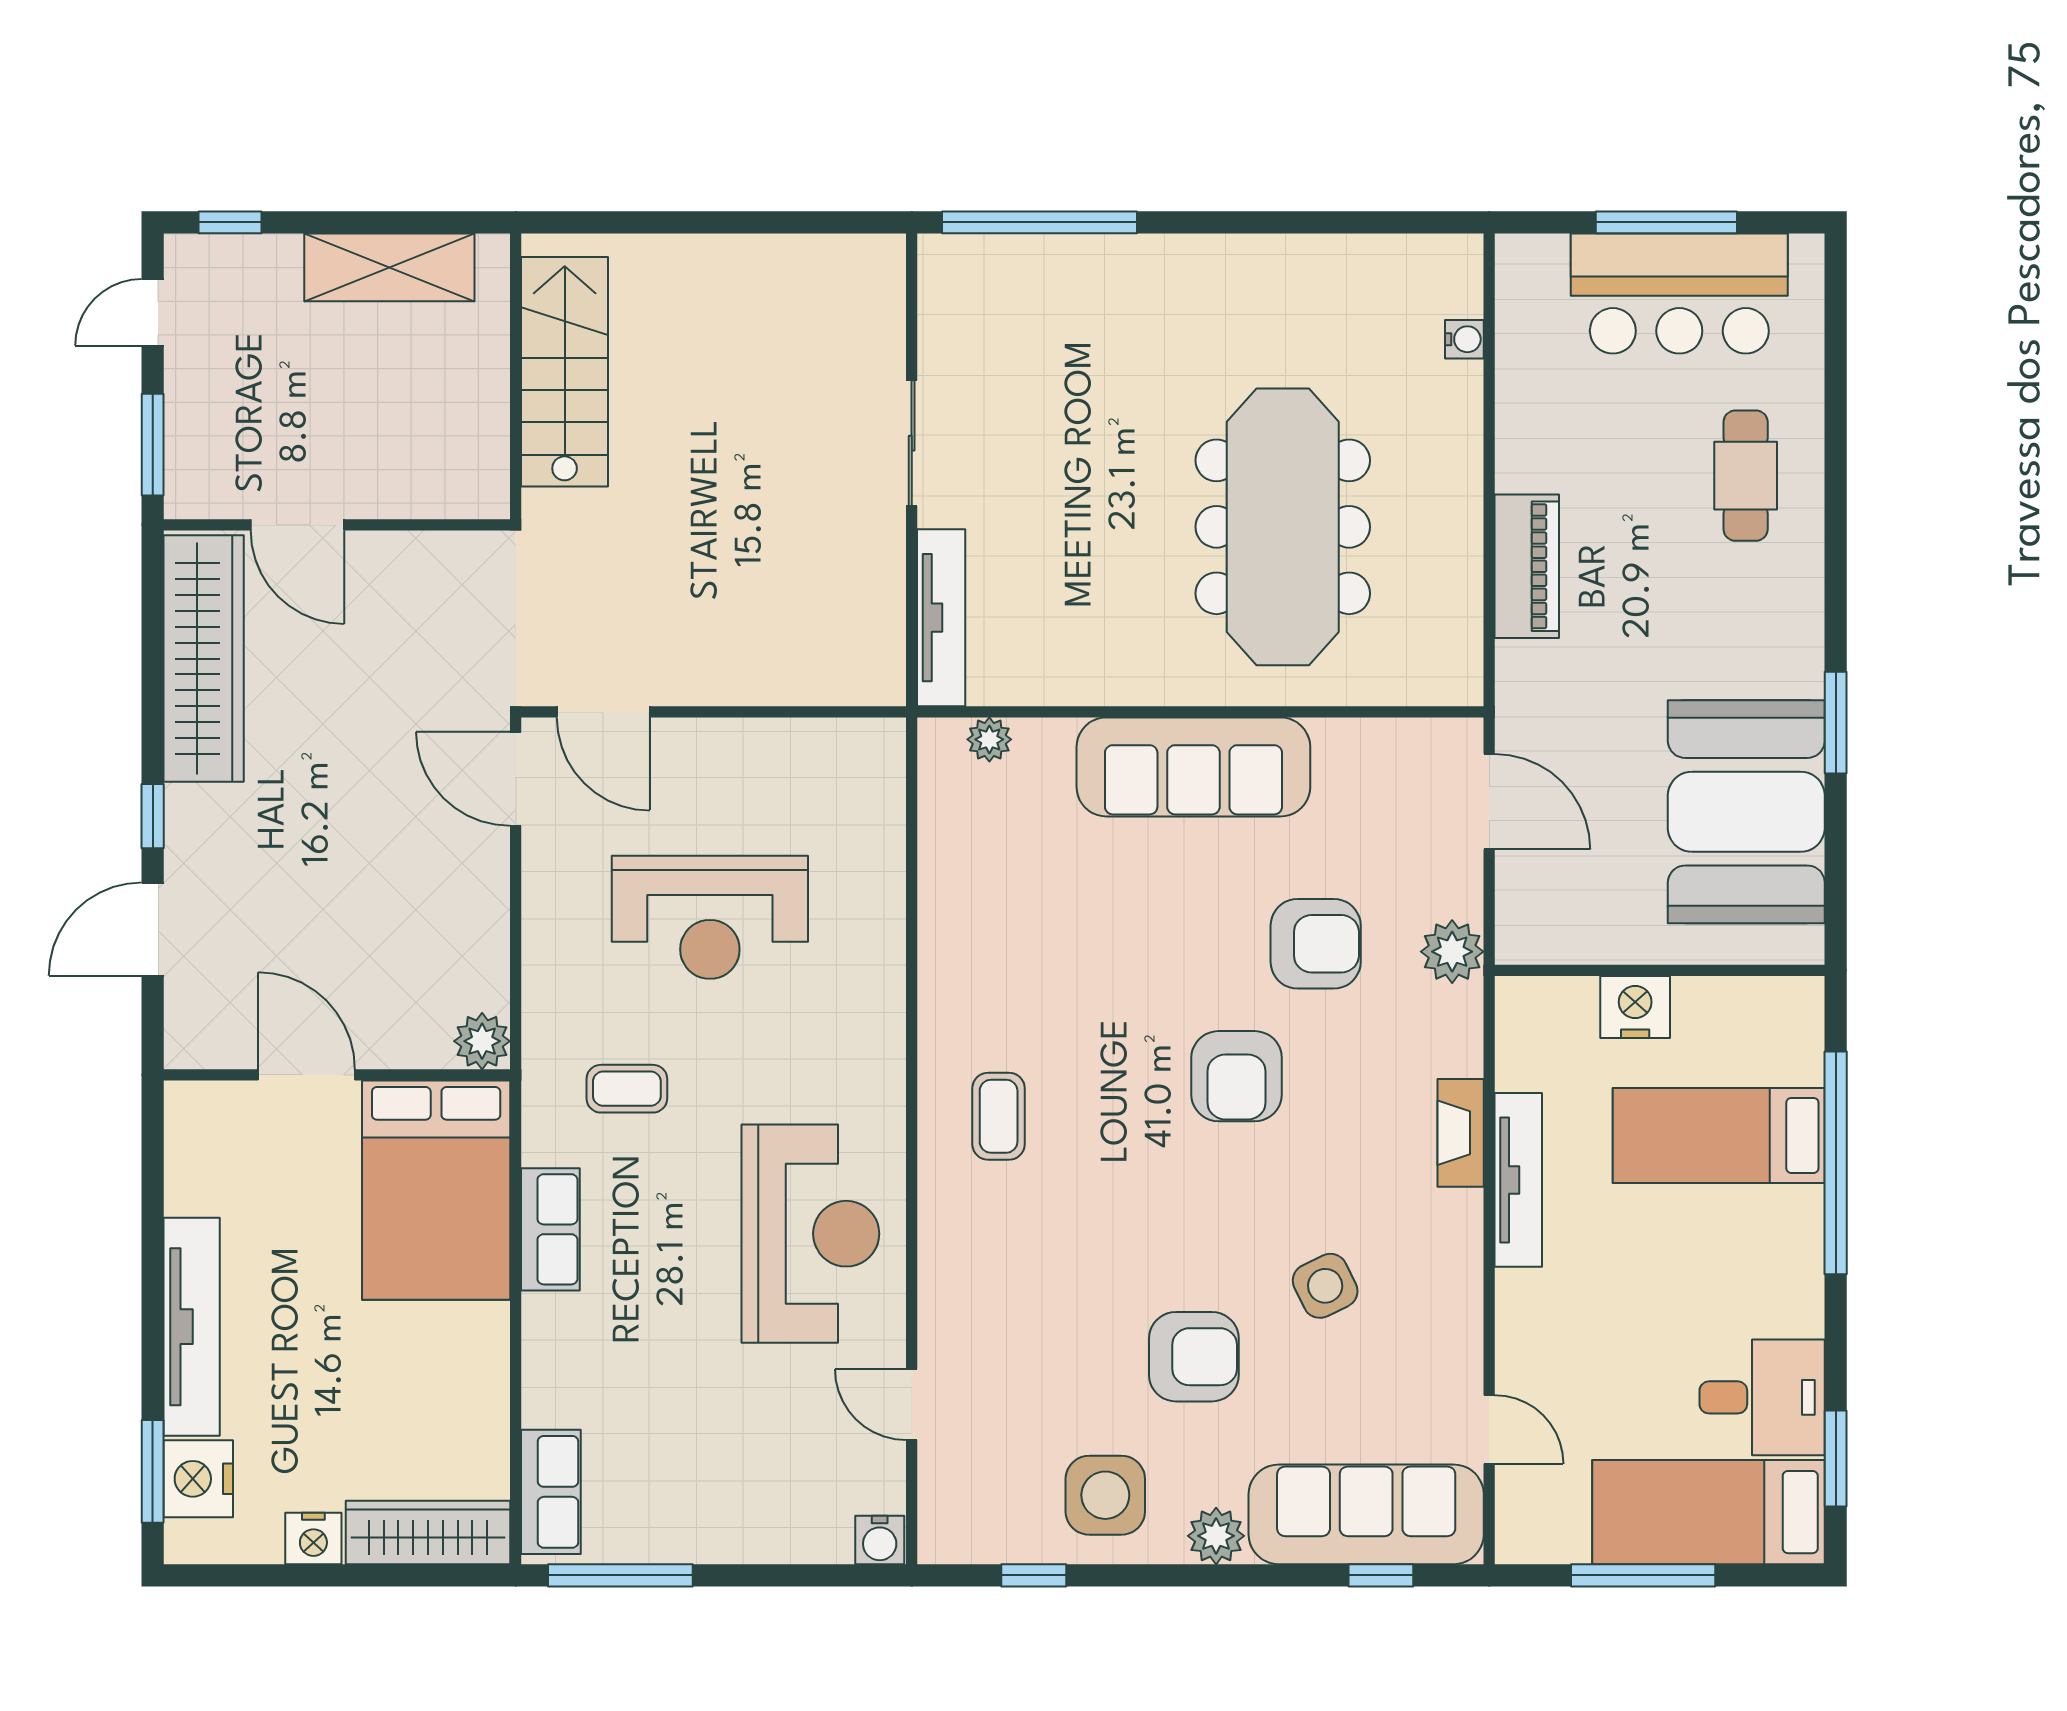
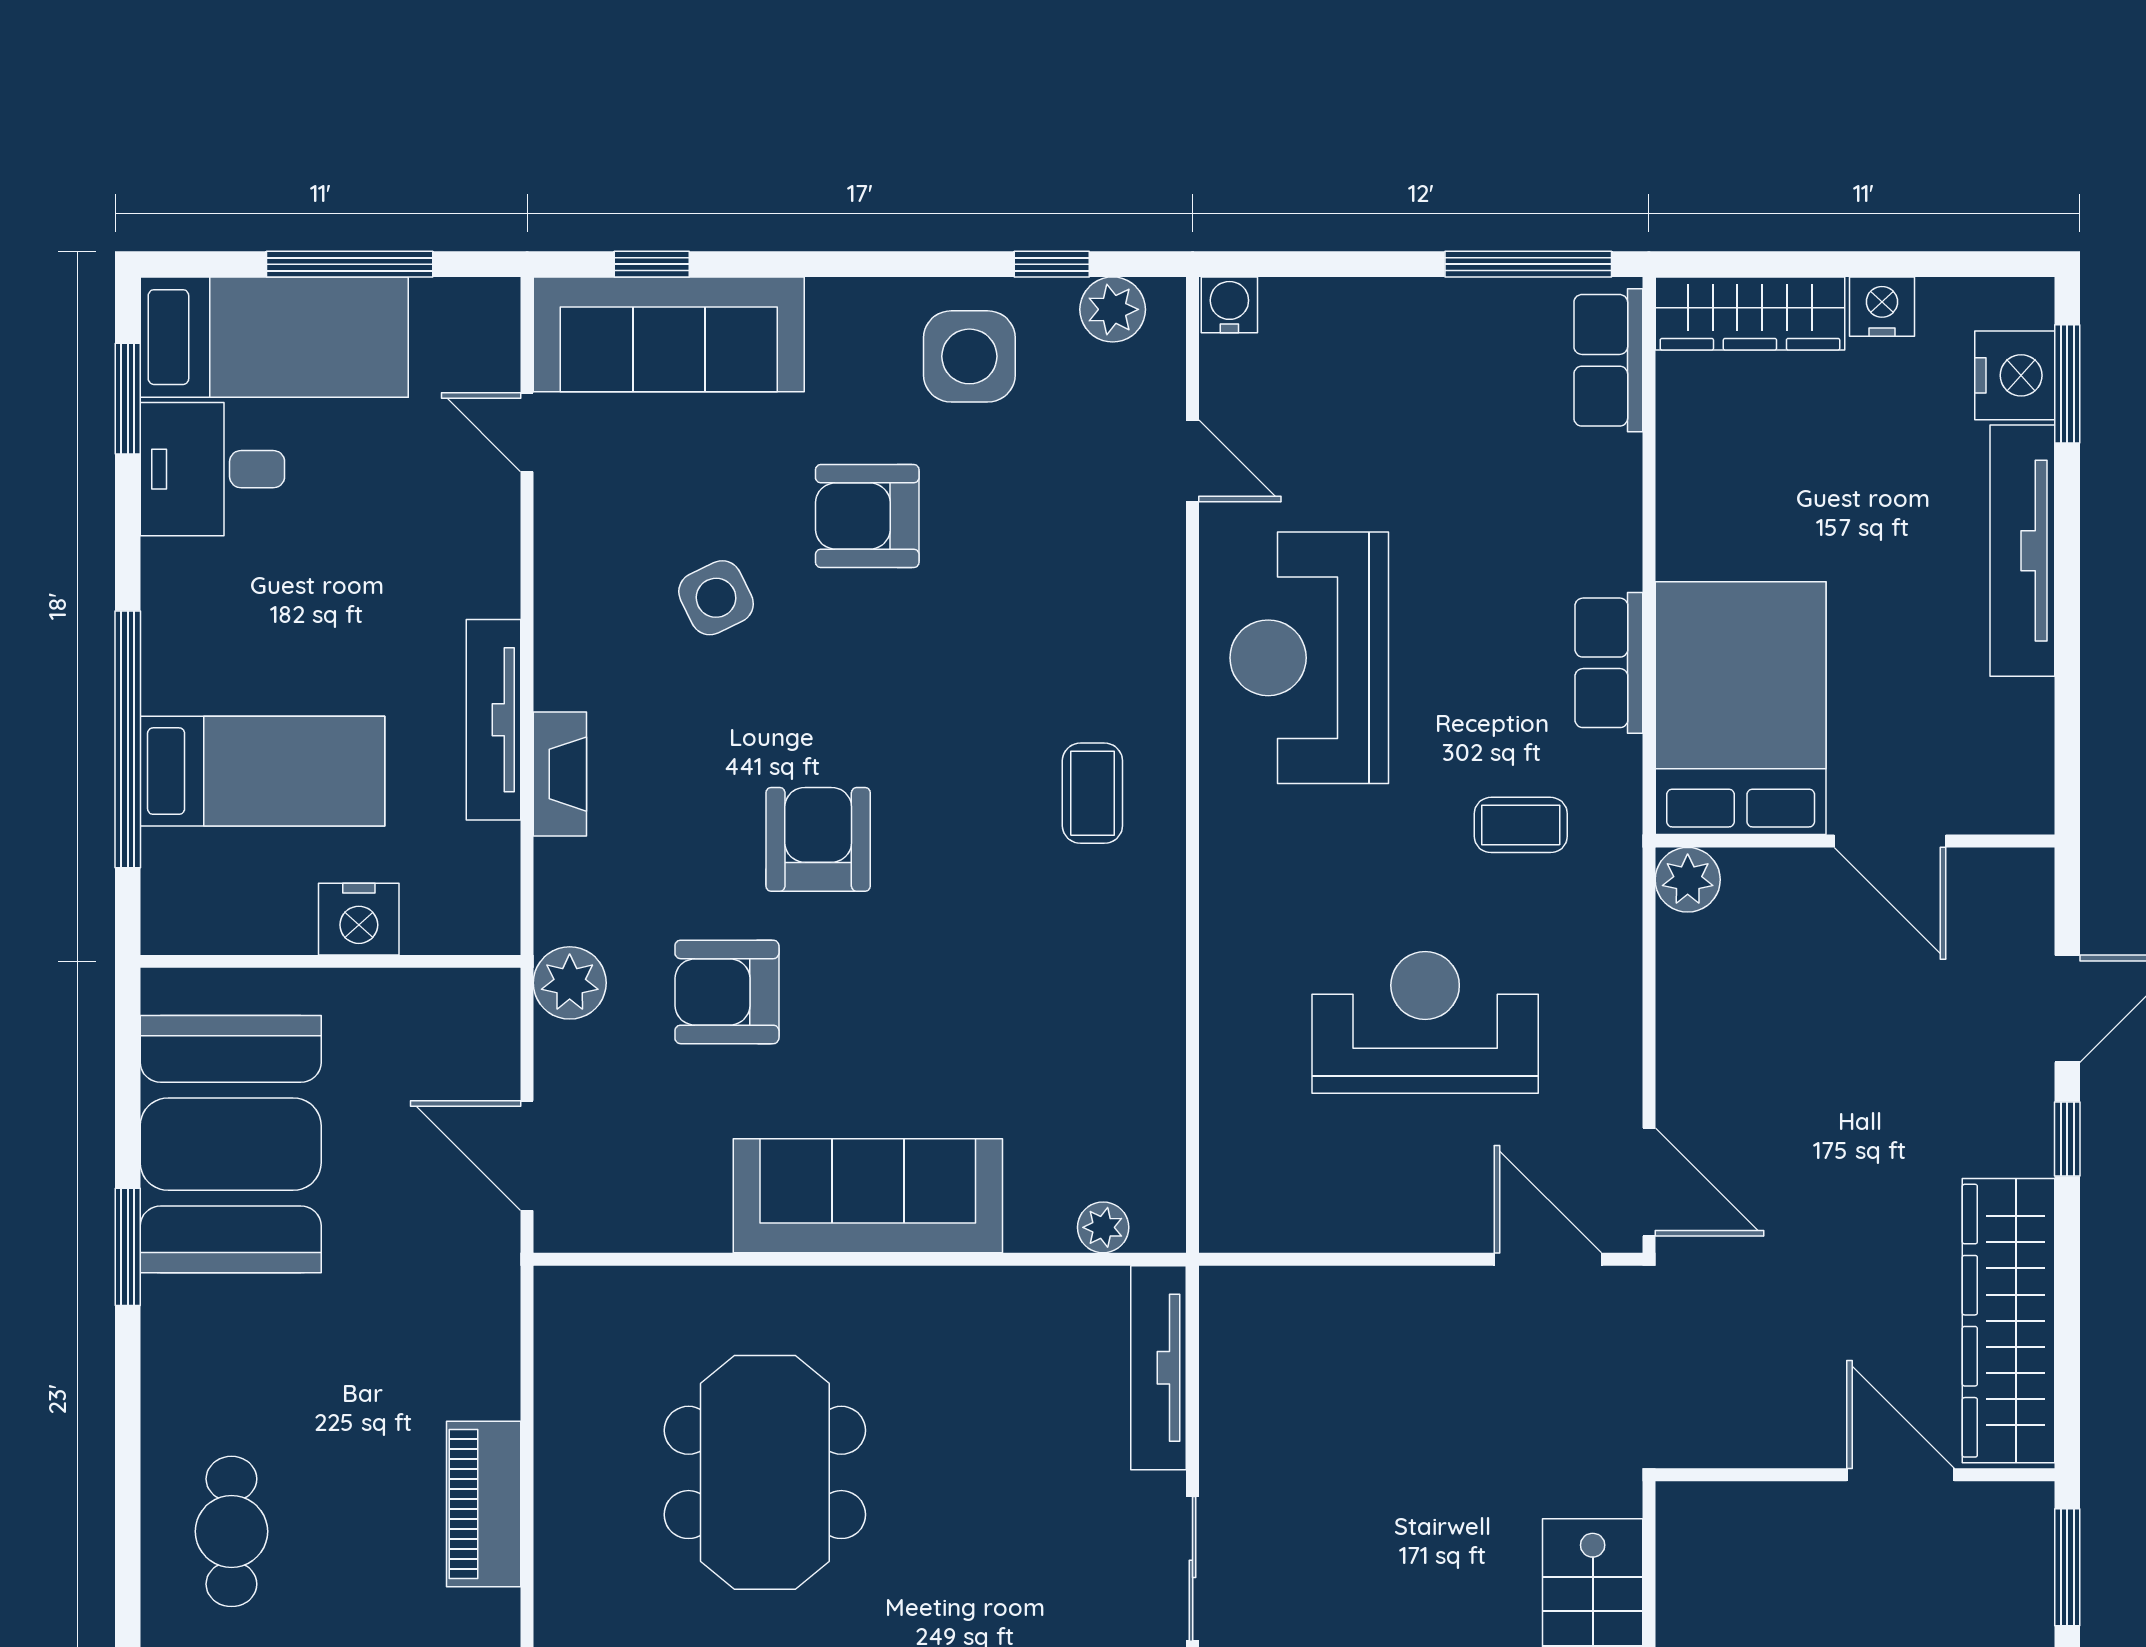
meeting table: (1283, 527) -> (765, 1472), width x0.73
piano: (1527, 566) -> (484, 1504), moved
plant: (1216, 1536) -> (1113, 309), moved

